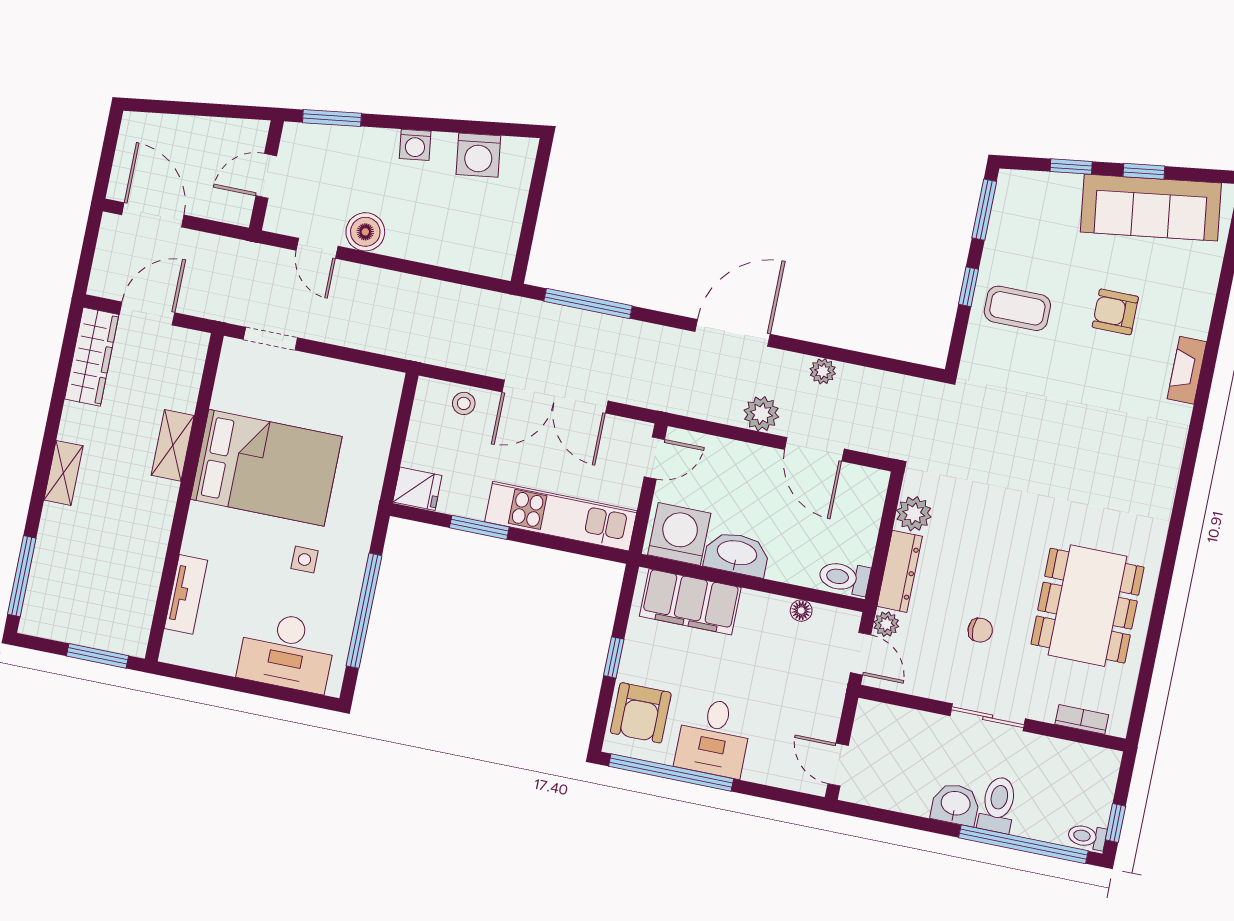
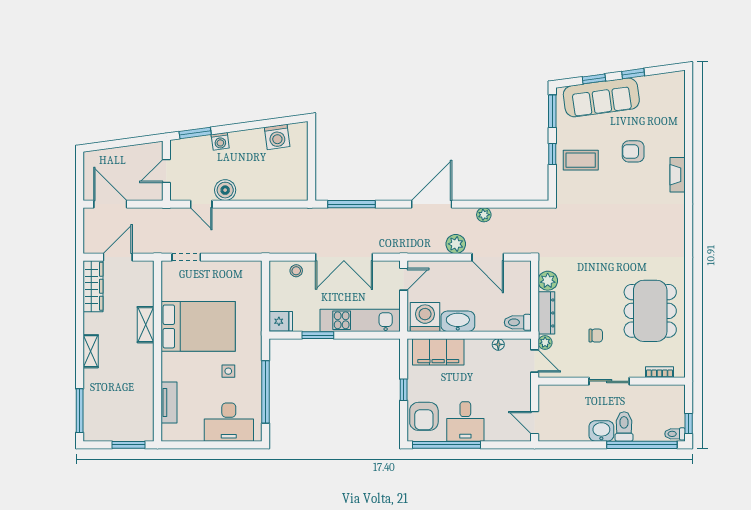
washing machine: (415, 145) -> (220, 141), moved
sofa: (1151, 208) -> (601, 97), moved

